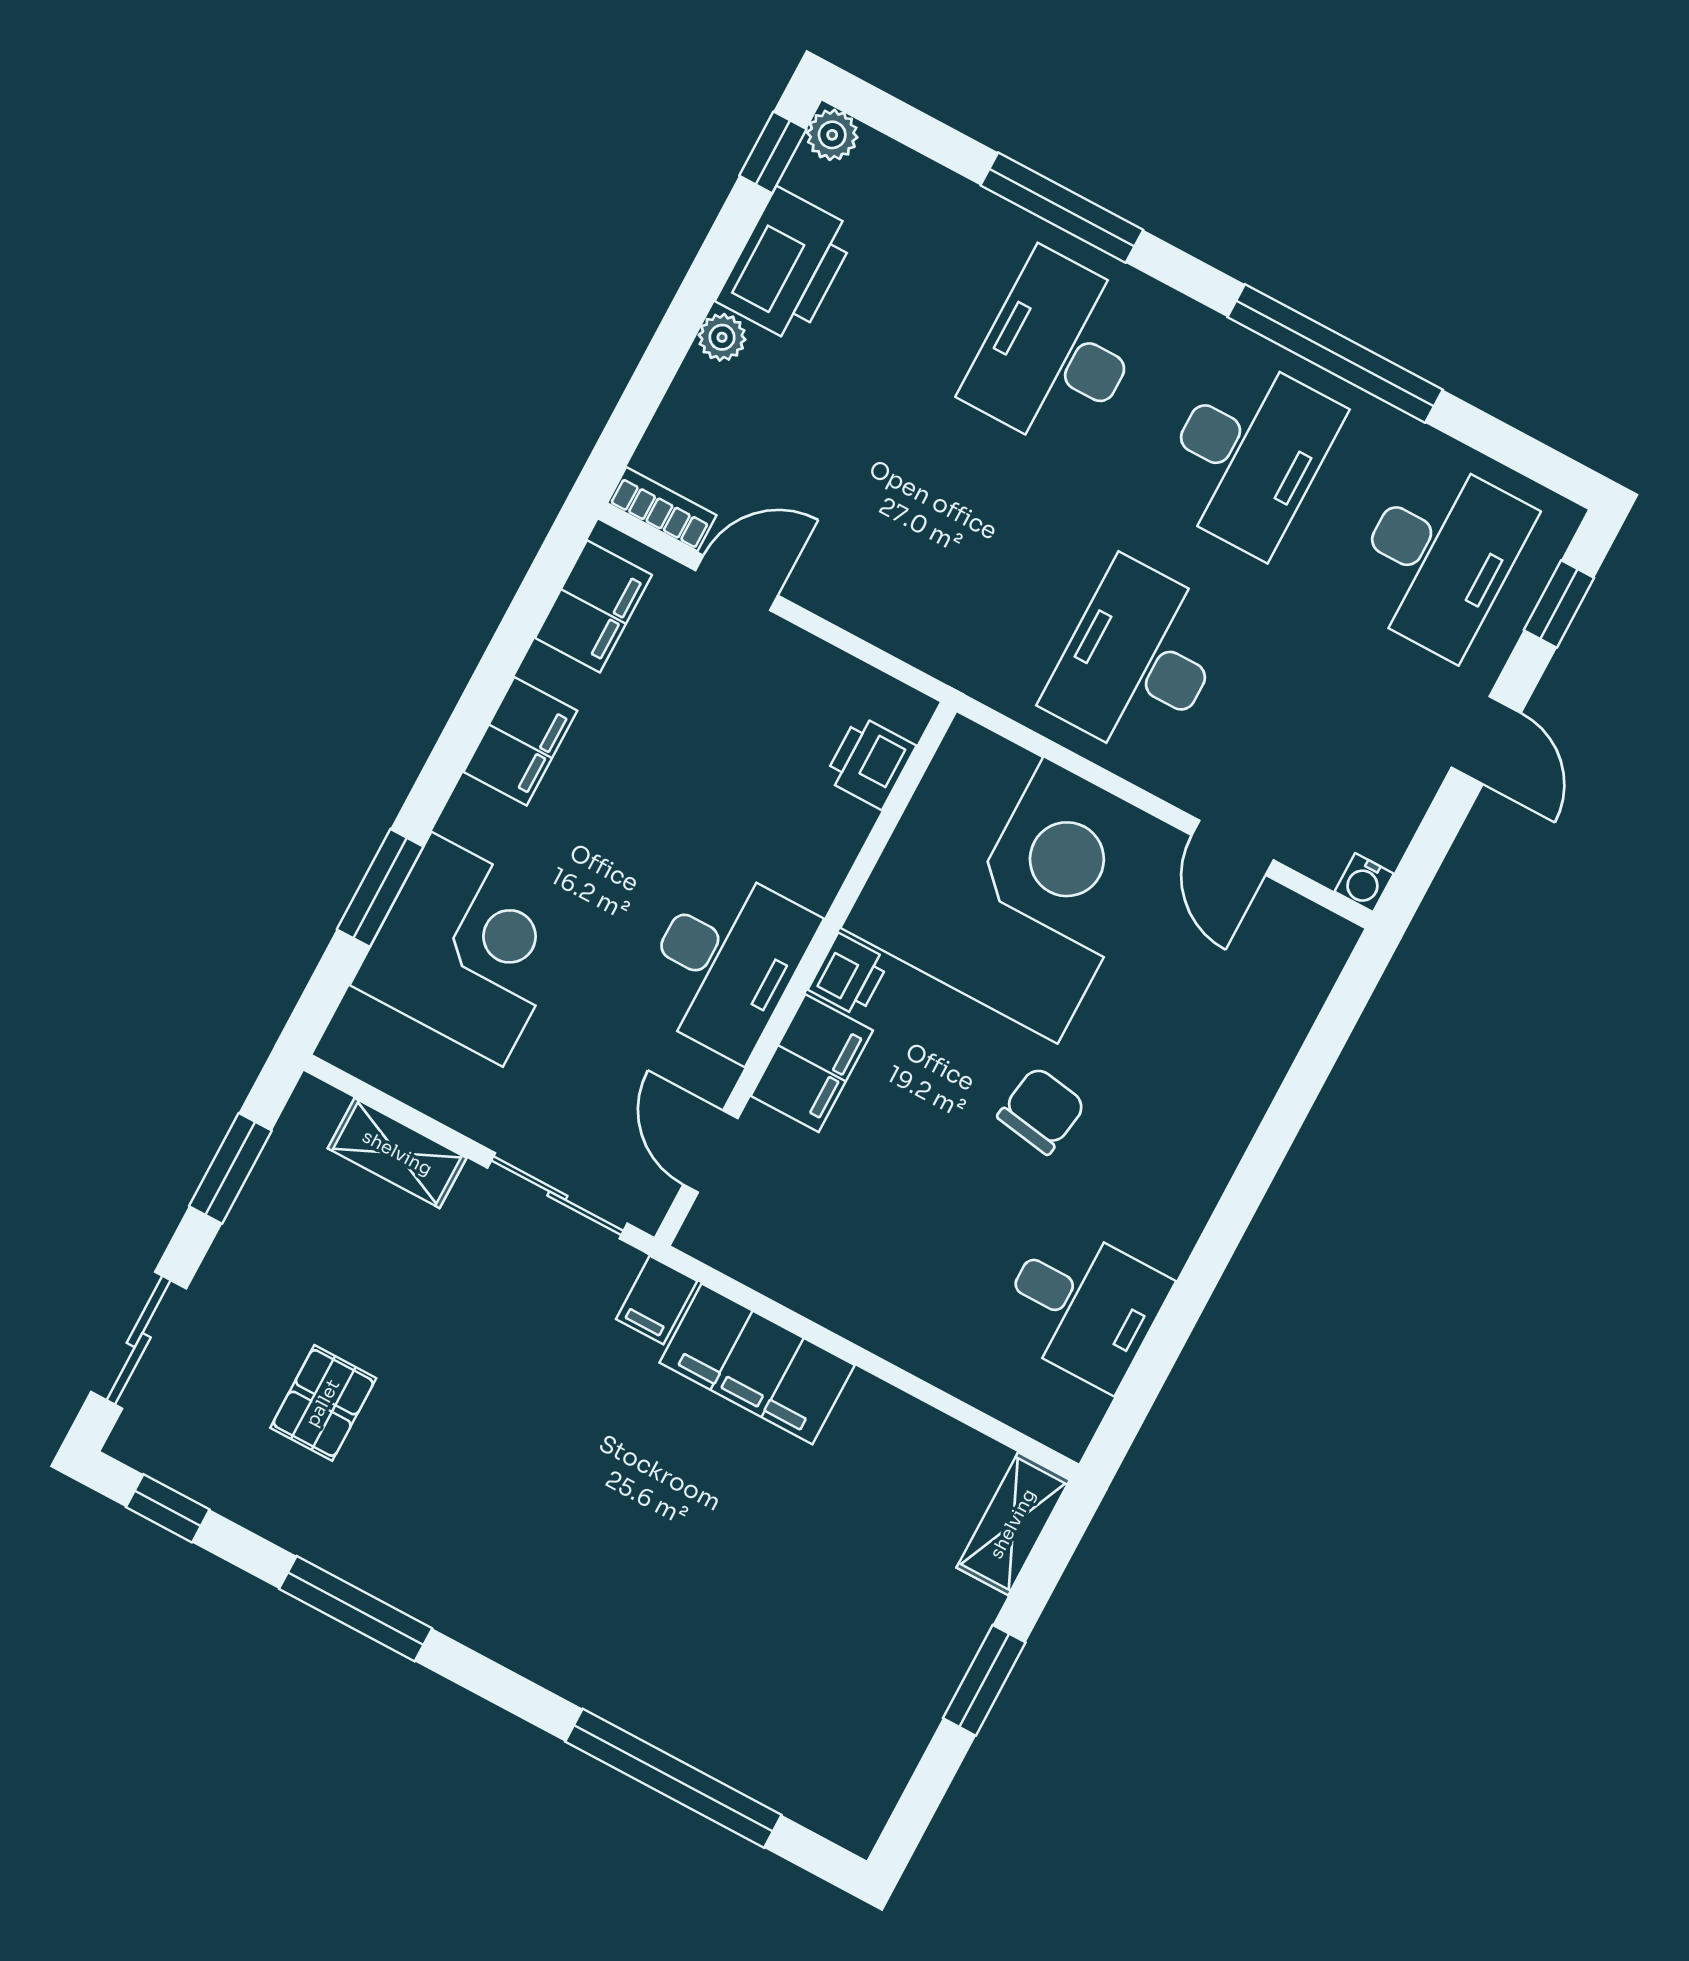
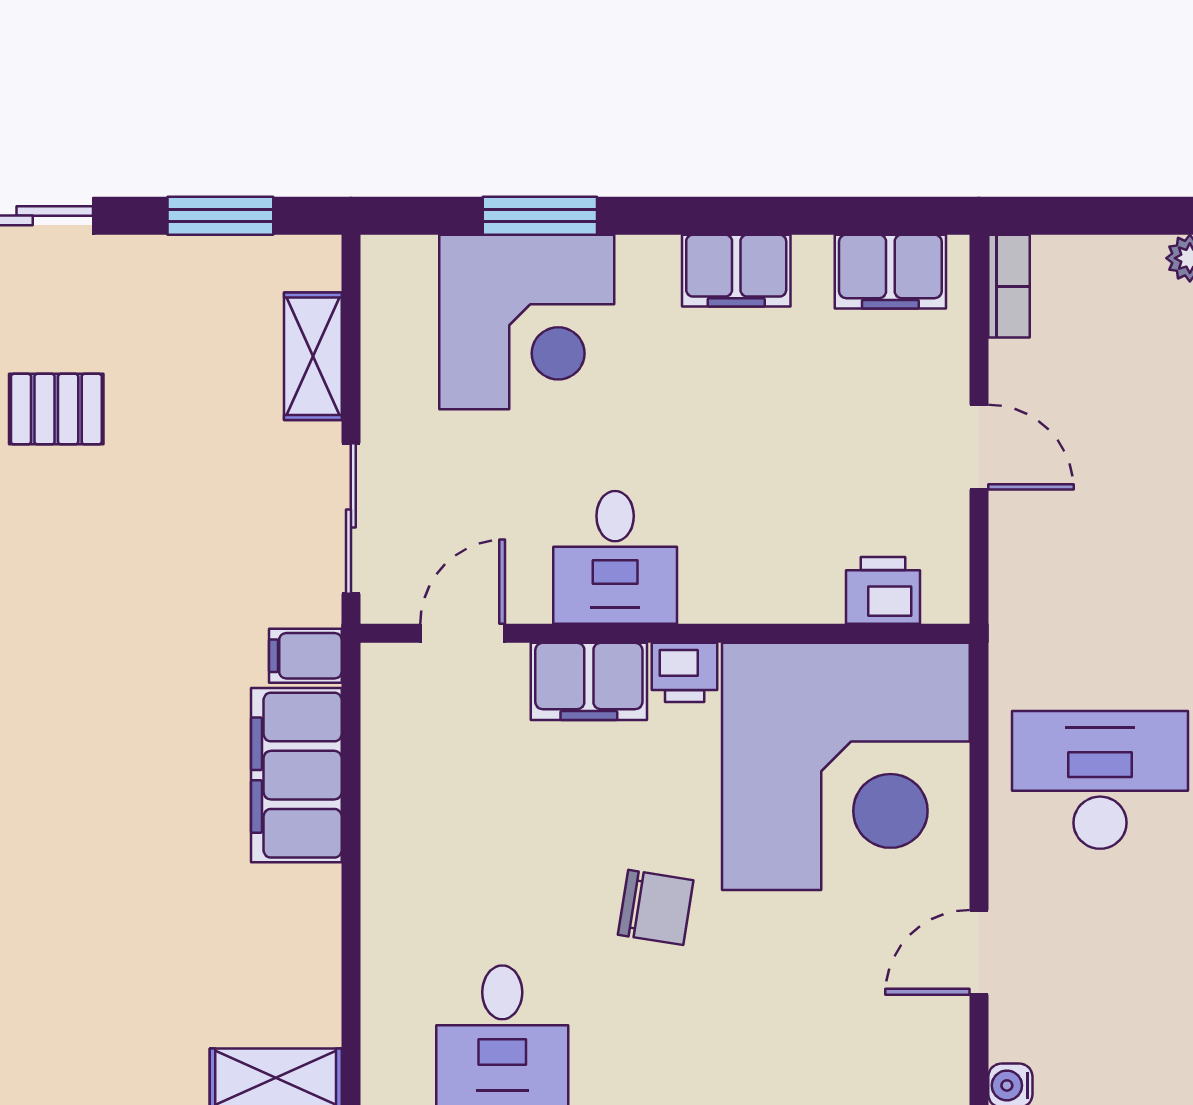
door: (737, 583) -> (979, 447), moved
desk: (726, 962) -> (615, 557), width x0.73

